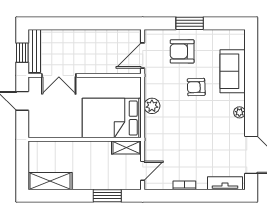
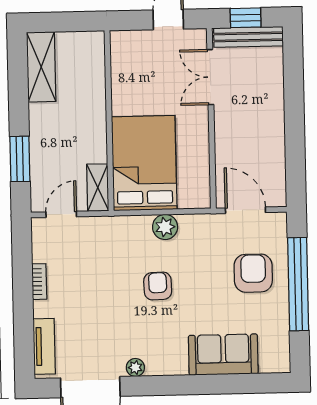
window: (190, 23) -> (298, 284), width x2.11
armchair: (196, 87) -> (158, 286), moved
plant: (239, 112) -> (135, 368), moved
door: (143, 171) -> (61, 214), swing flipped

